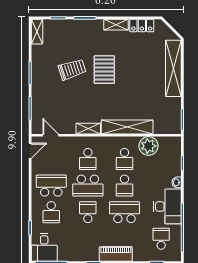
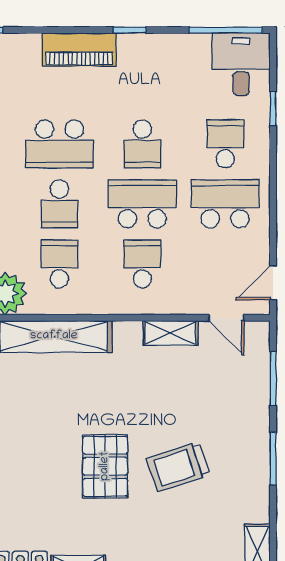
shelving: (88, 129) -> (170, 333), moved
school desk: (51, 186) -> (225, 204), turned 180
school desk: (124, 186) -> (59, 204), turned 180

